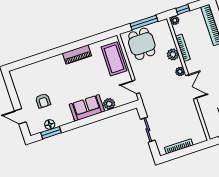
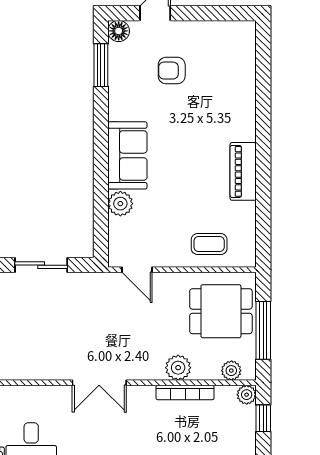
coffee table: (114, 59) -> (209, 244), width x0.54, depth x0.58
plant: (180, 71) -> (231, 371), moved
door: (136, 87) -> (137, 270), swing flipped
floor lamp: (50, 124) -> (119, 31), moved

